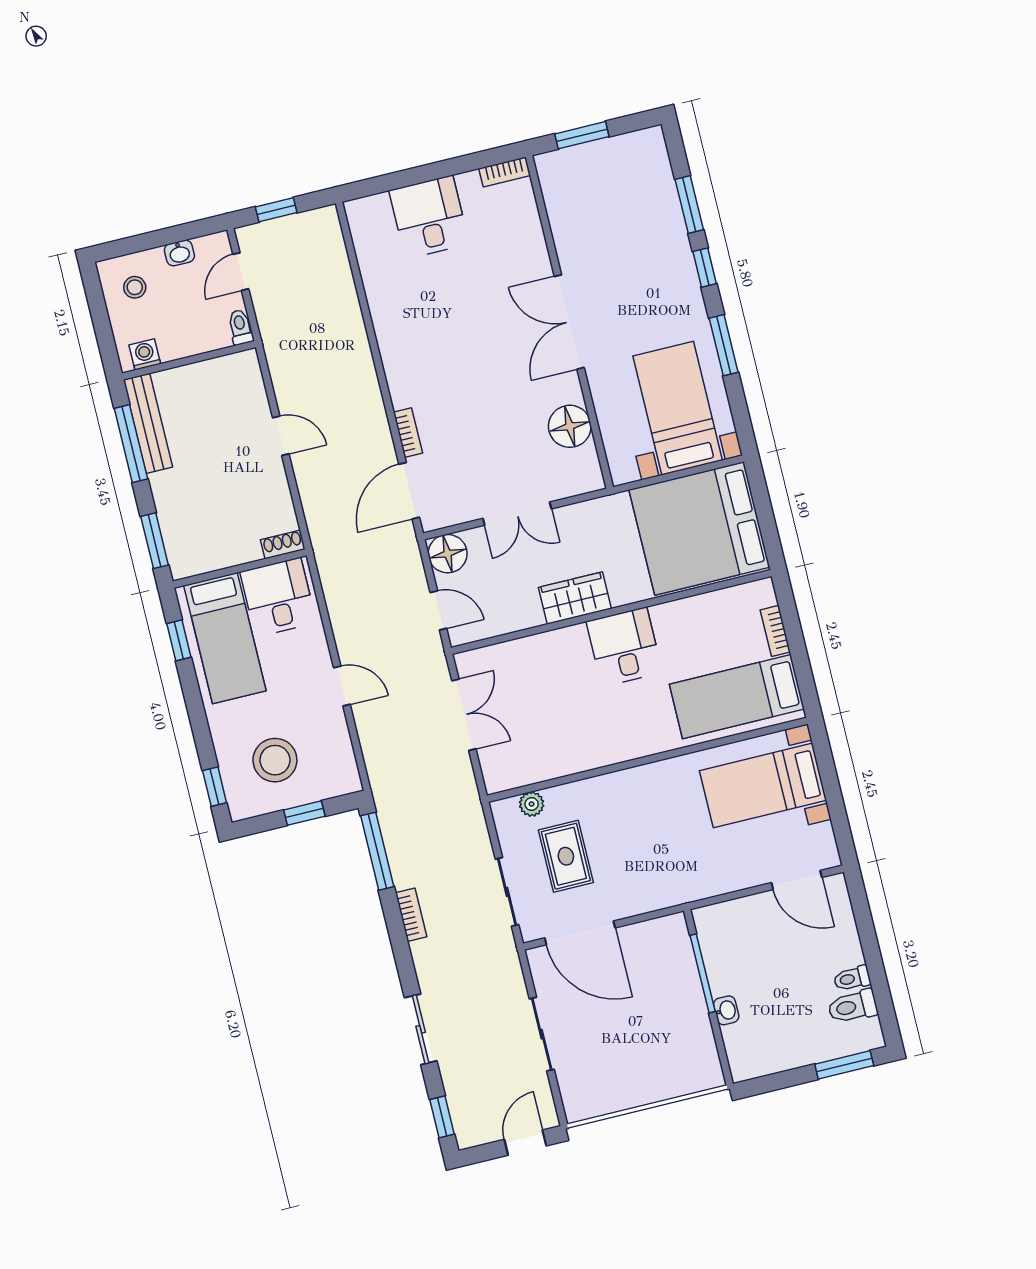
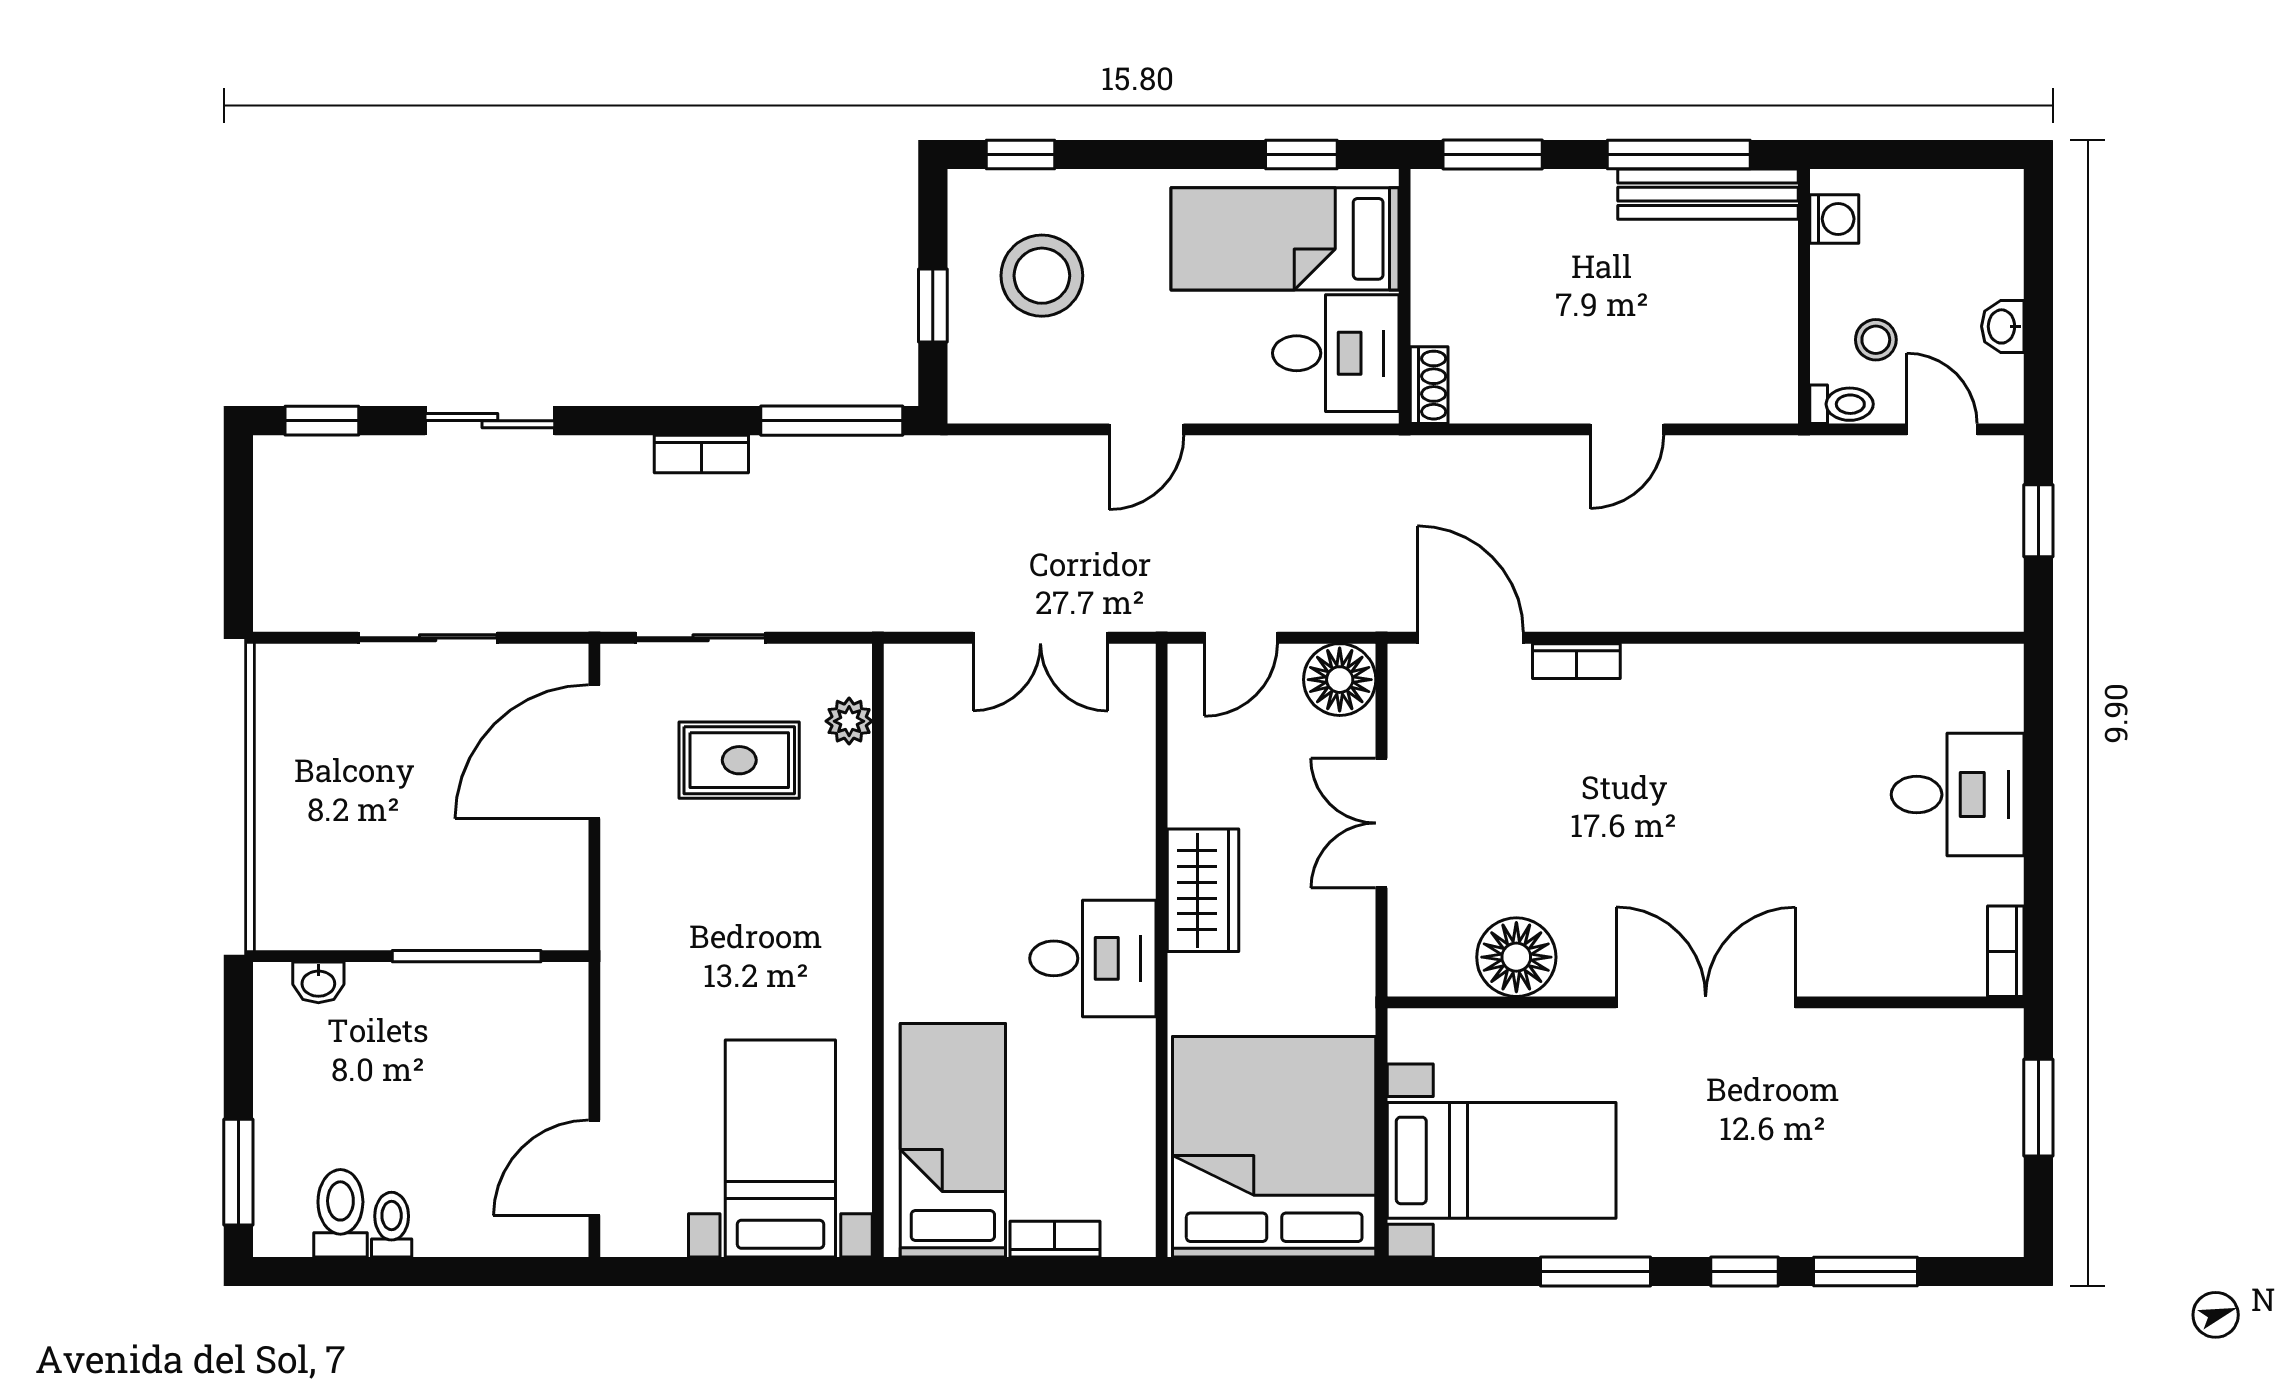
stool: (135, 287) -> (1876, 340), moved
washbasin: (726, 1010) -> (318, 982), moved
door: (525, 1143) -> (238, 560), removed

